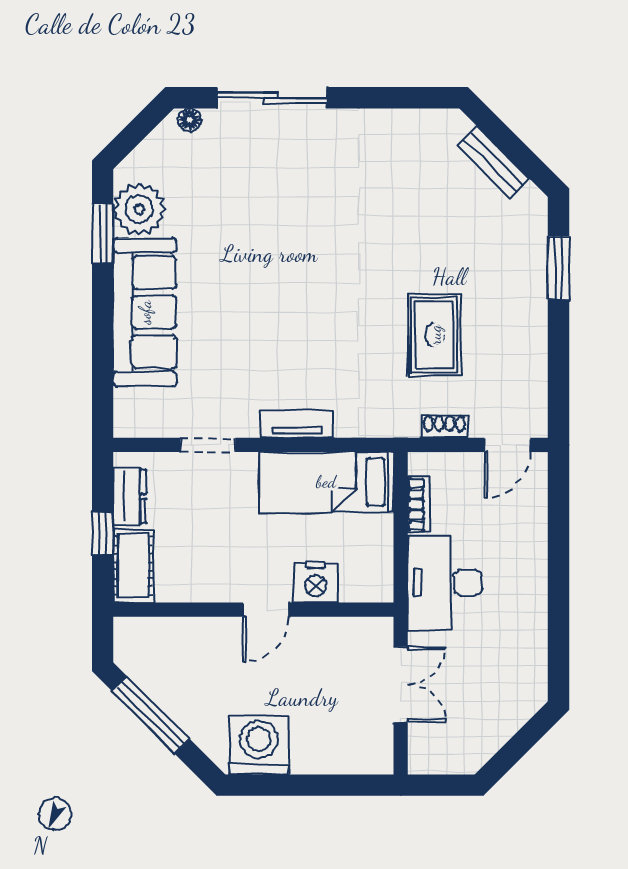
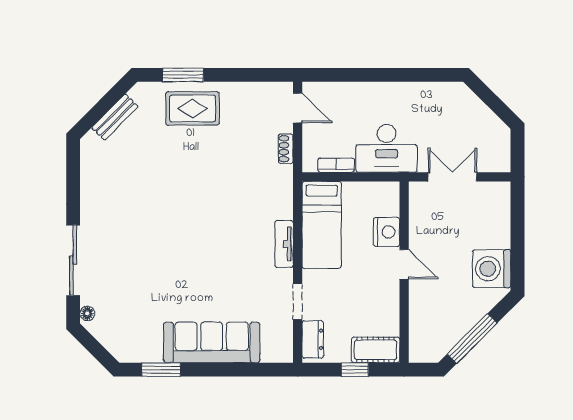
plant: (139, 209) -> (145, 346), removed
rug: (435, 335) -> (193, 108), moved
dresser: (130, 497) -> (313, 339), moved, turned 90

